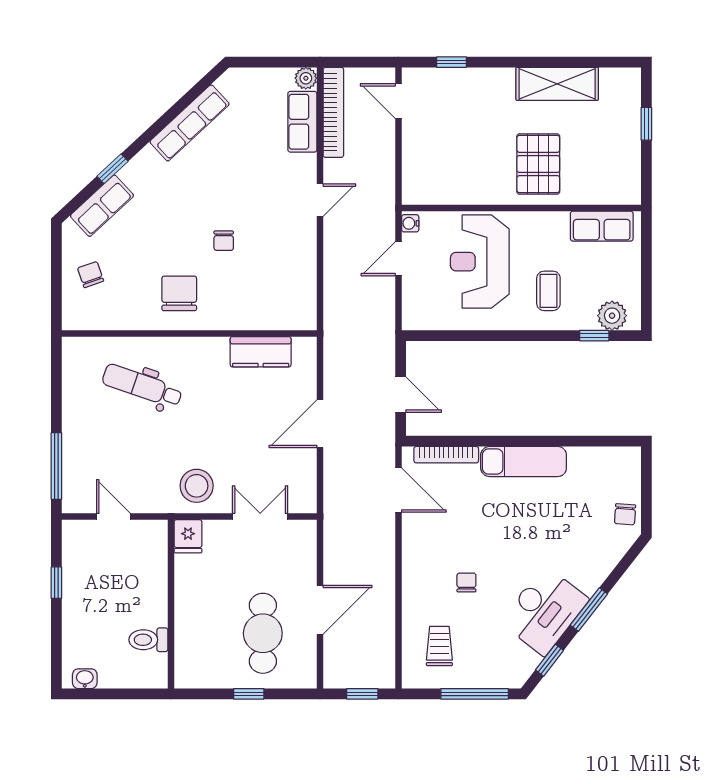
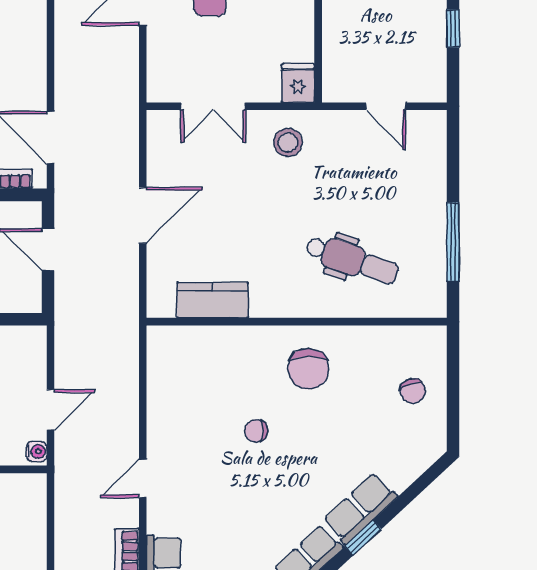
window: (112, 169) -> (363, 538), moved
row of seats: (102, 206) -> (360, 508), moved
chair: (224, 241) -> (256, 431), turned -90
window: (56, 466) -> (453, 242), moved
stool: (197, 486) -> (288, 142), width x0.73, depth x0.73

